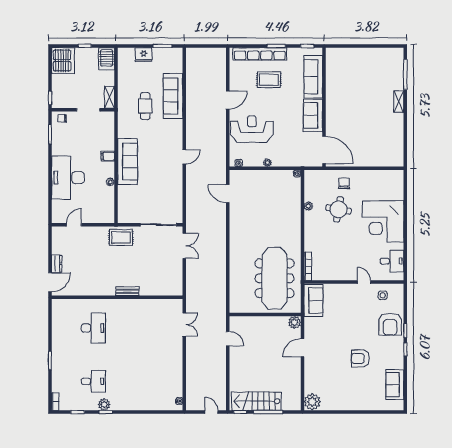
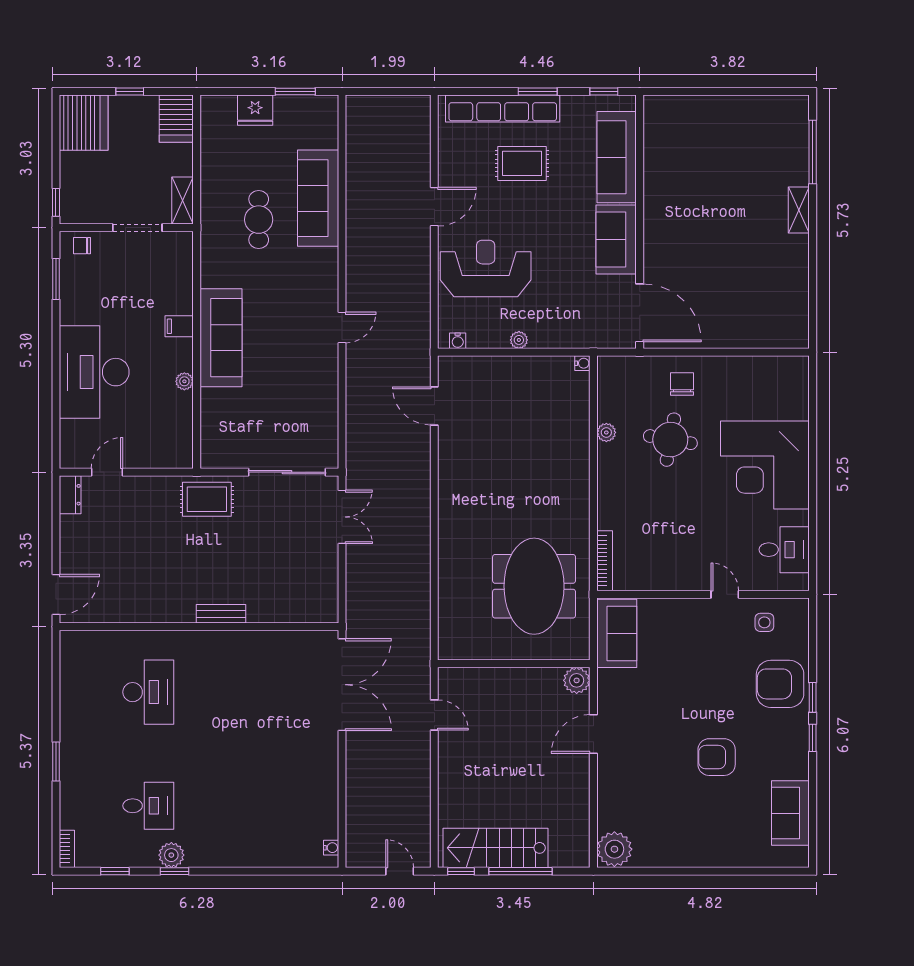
dresser: (57, 264) -> (70, 495), moved
meeting table: (274, 278) -> (534, 586), width x0.73
armchair: (390, 324) -> (780, 684), turned 90
double door: (184, 325) -> (342, 685), width x1.87

